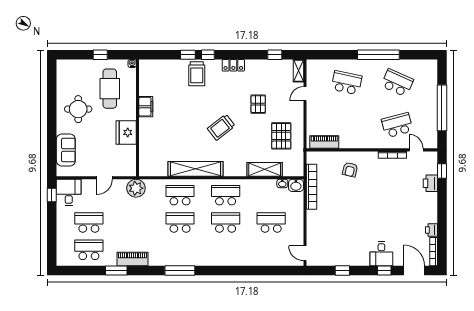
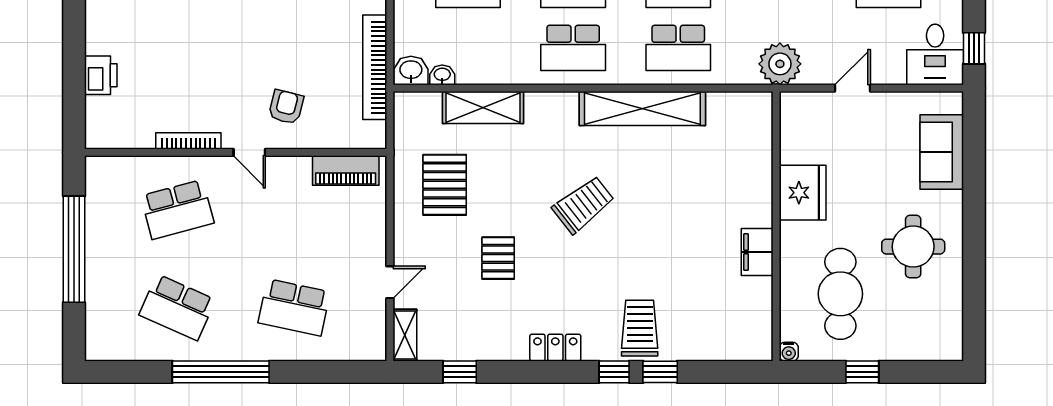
door: (416, 150) -> (249, 152), moved
window: (442, 171) -> (74, 104), removed

